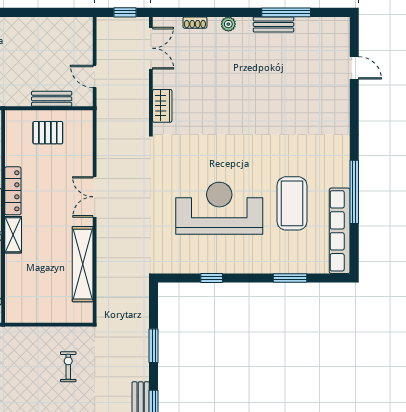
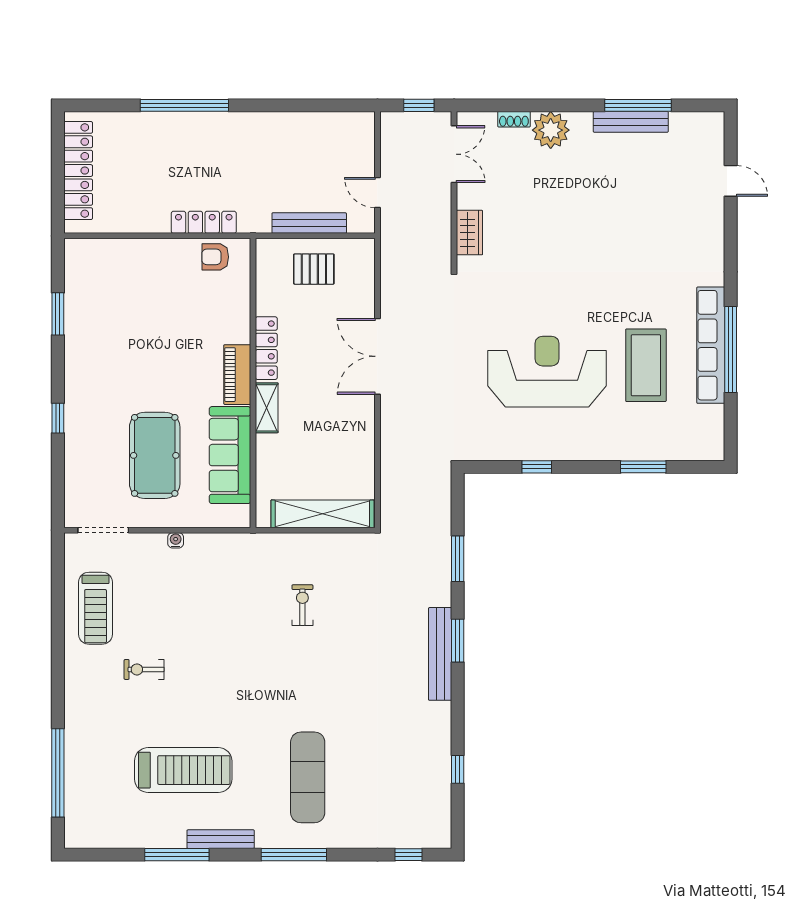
plant: (228, 24) -> (551, 130), width x1.87, depth x1.87
bench: (273, 24) -> (631, 122), width x1.36
bench: (52, 99) -> (309, 223), width x1.36
double door: (95, 197) -> (377, 356), width x1.37
row of seats: (340, 231) -> (711, 345), moved
shelving: (83, 264) -> (322, 514), moved, turned 90
exercise bike: (68, 367) -> (302, 605), moved

